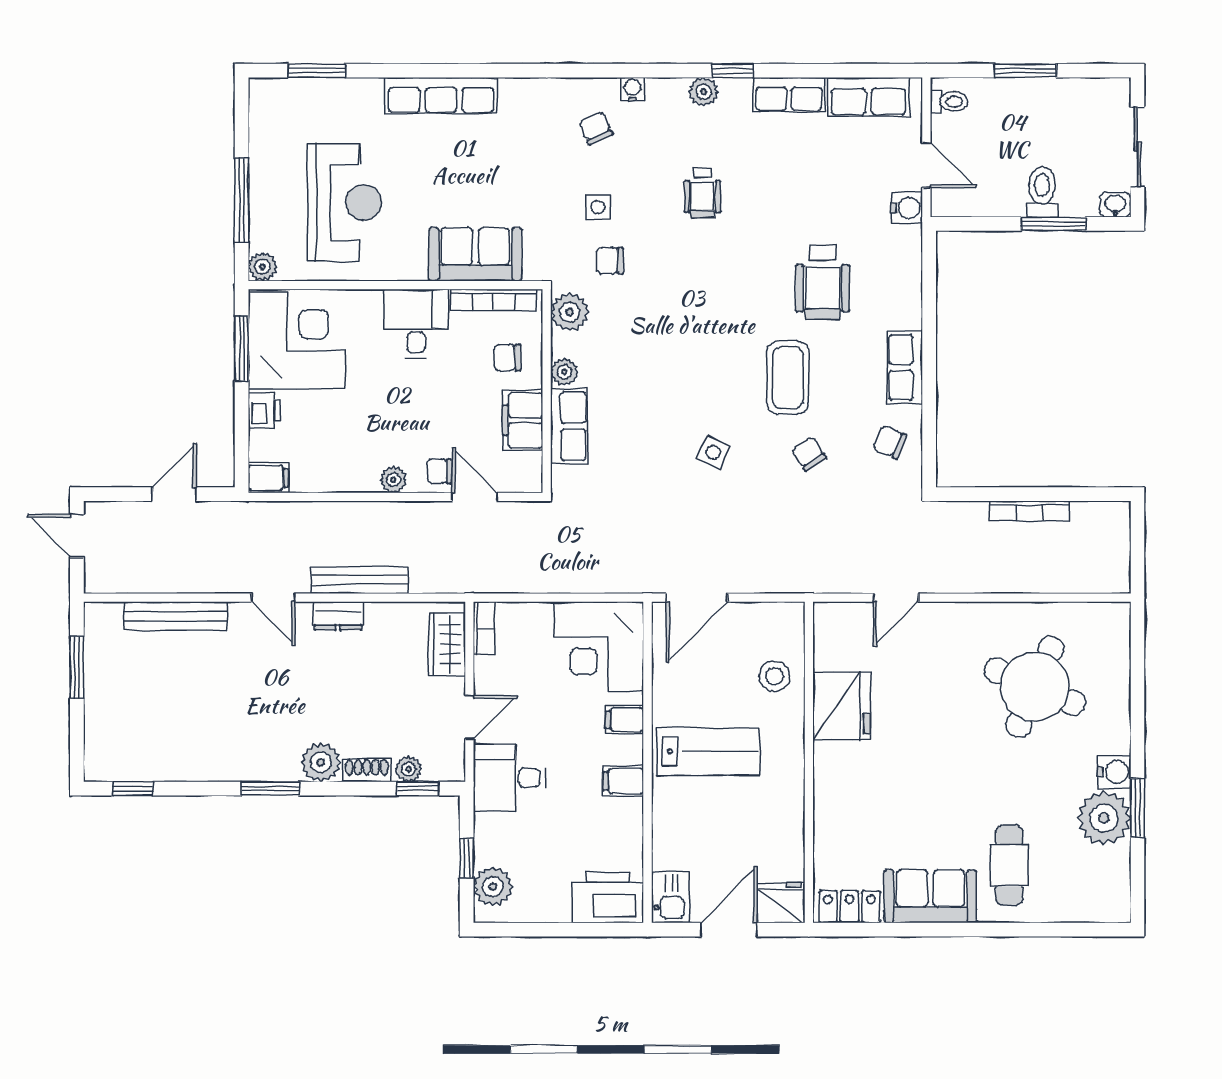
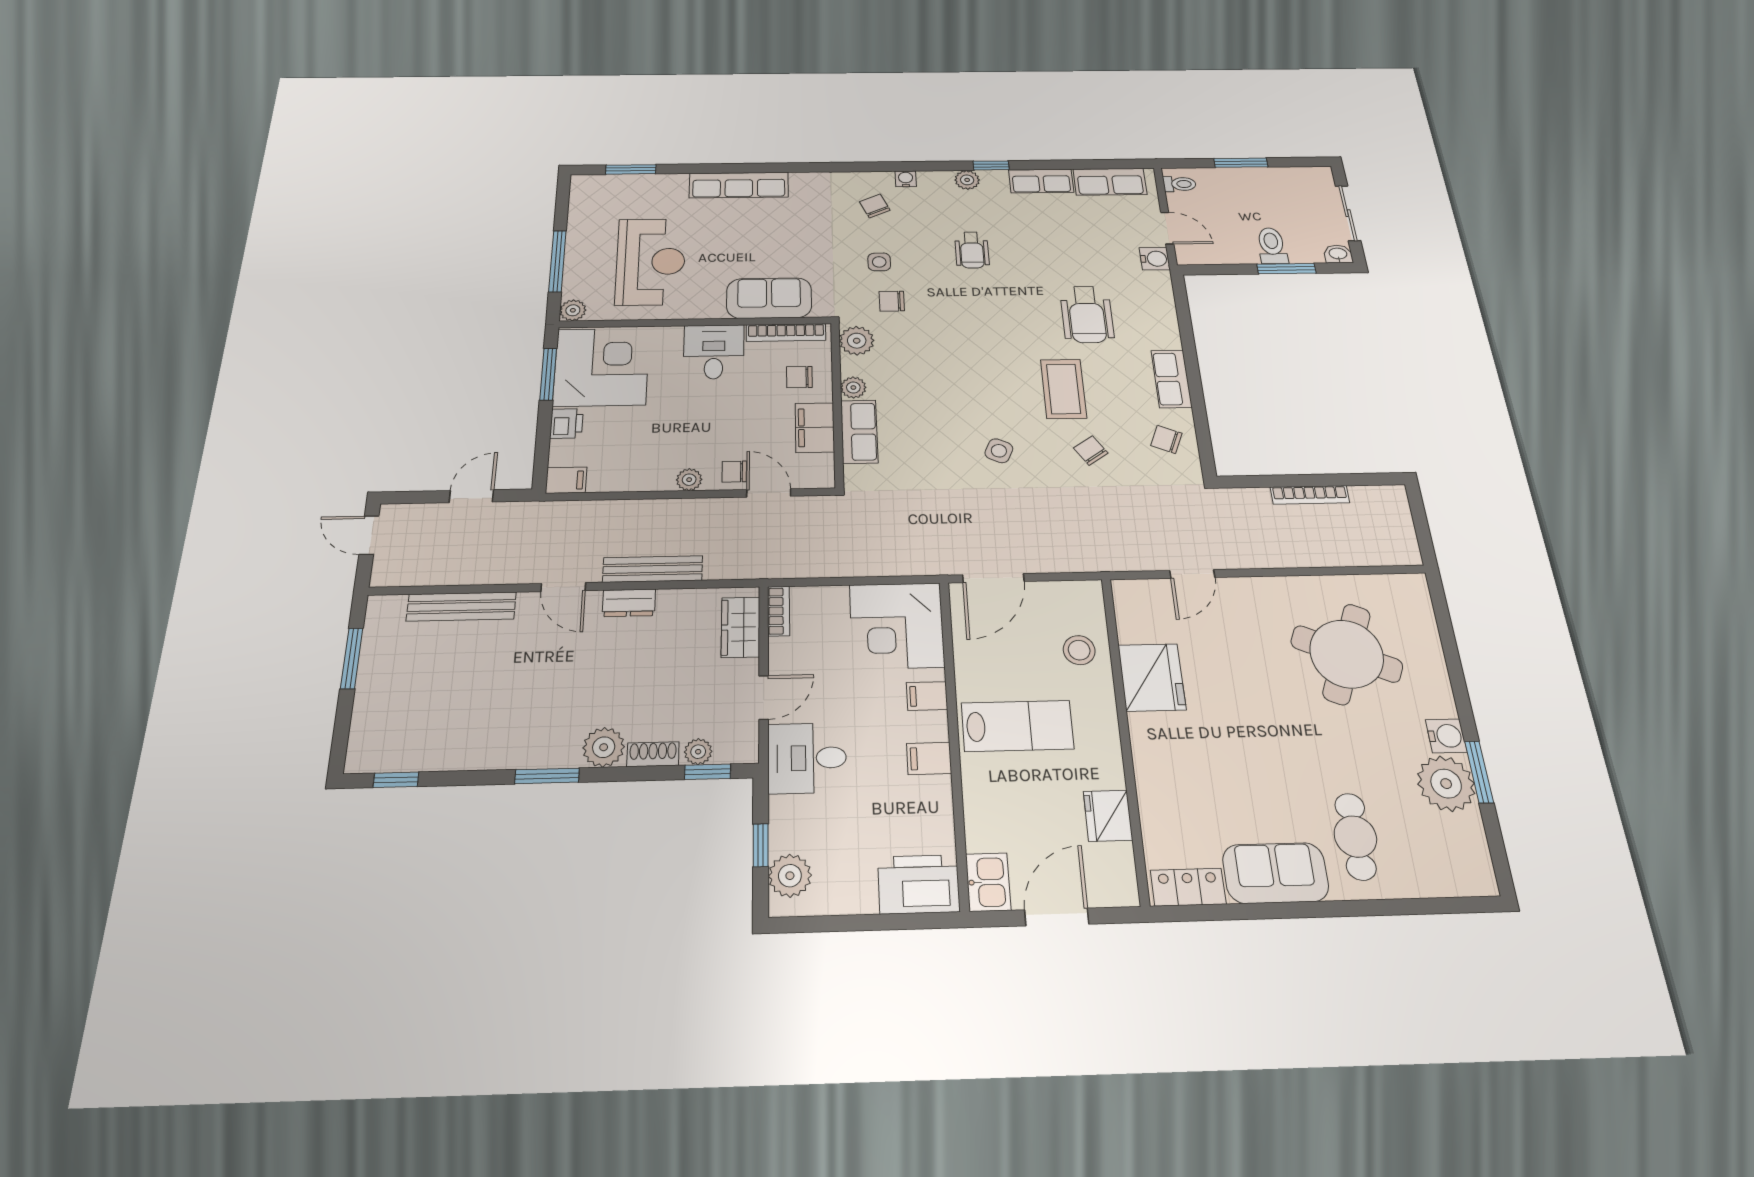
fridge: (781, 903) -> (1108, 816), moved, turned -90

